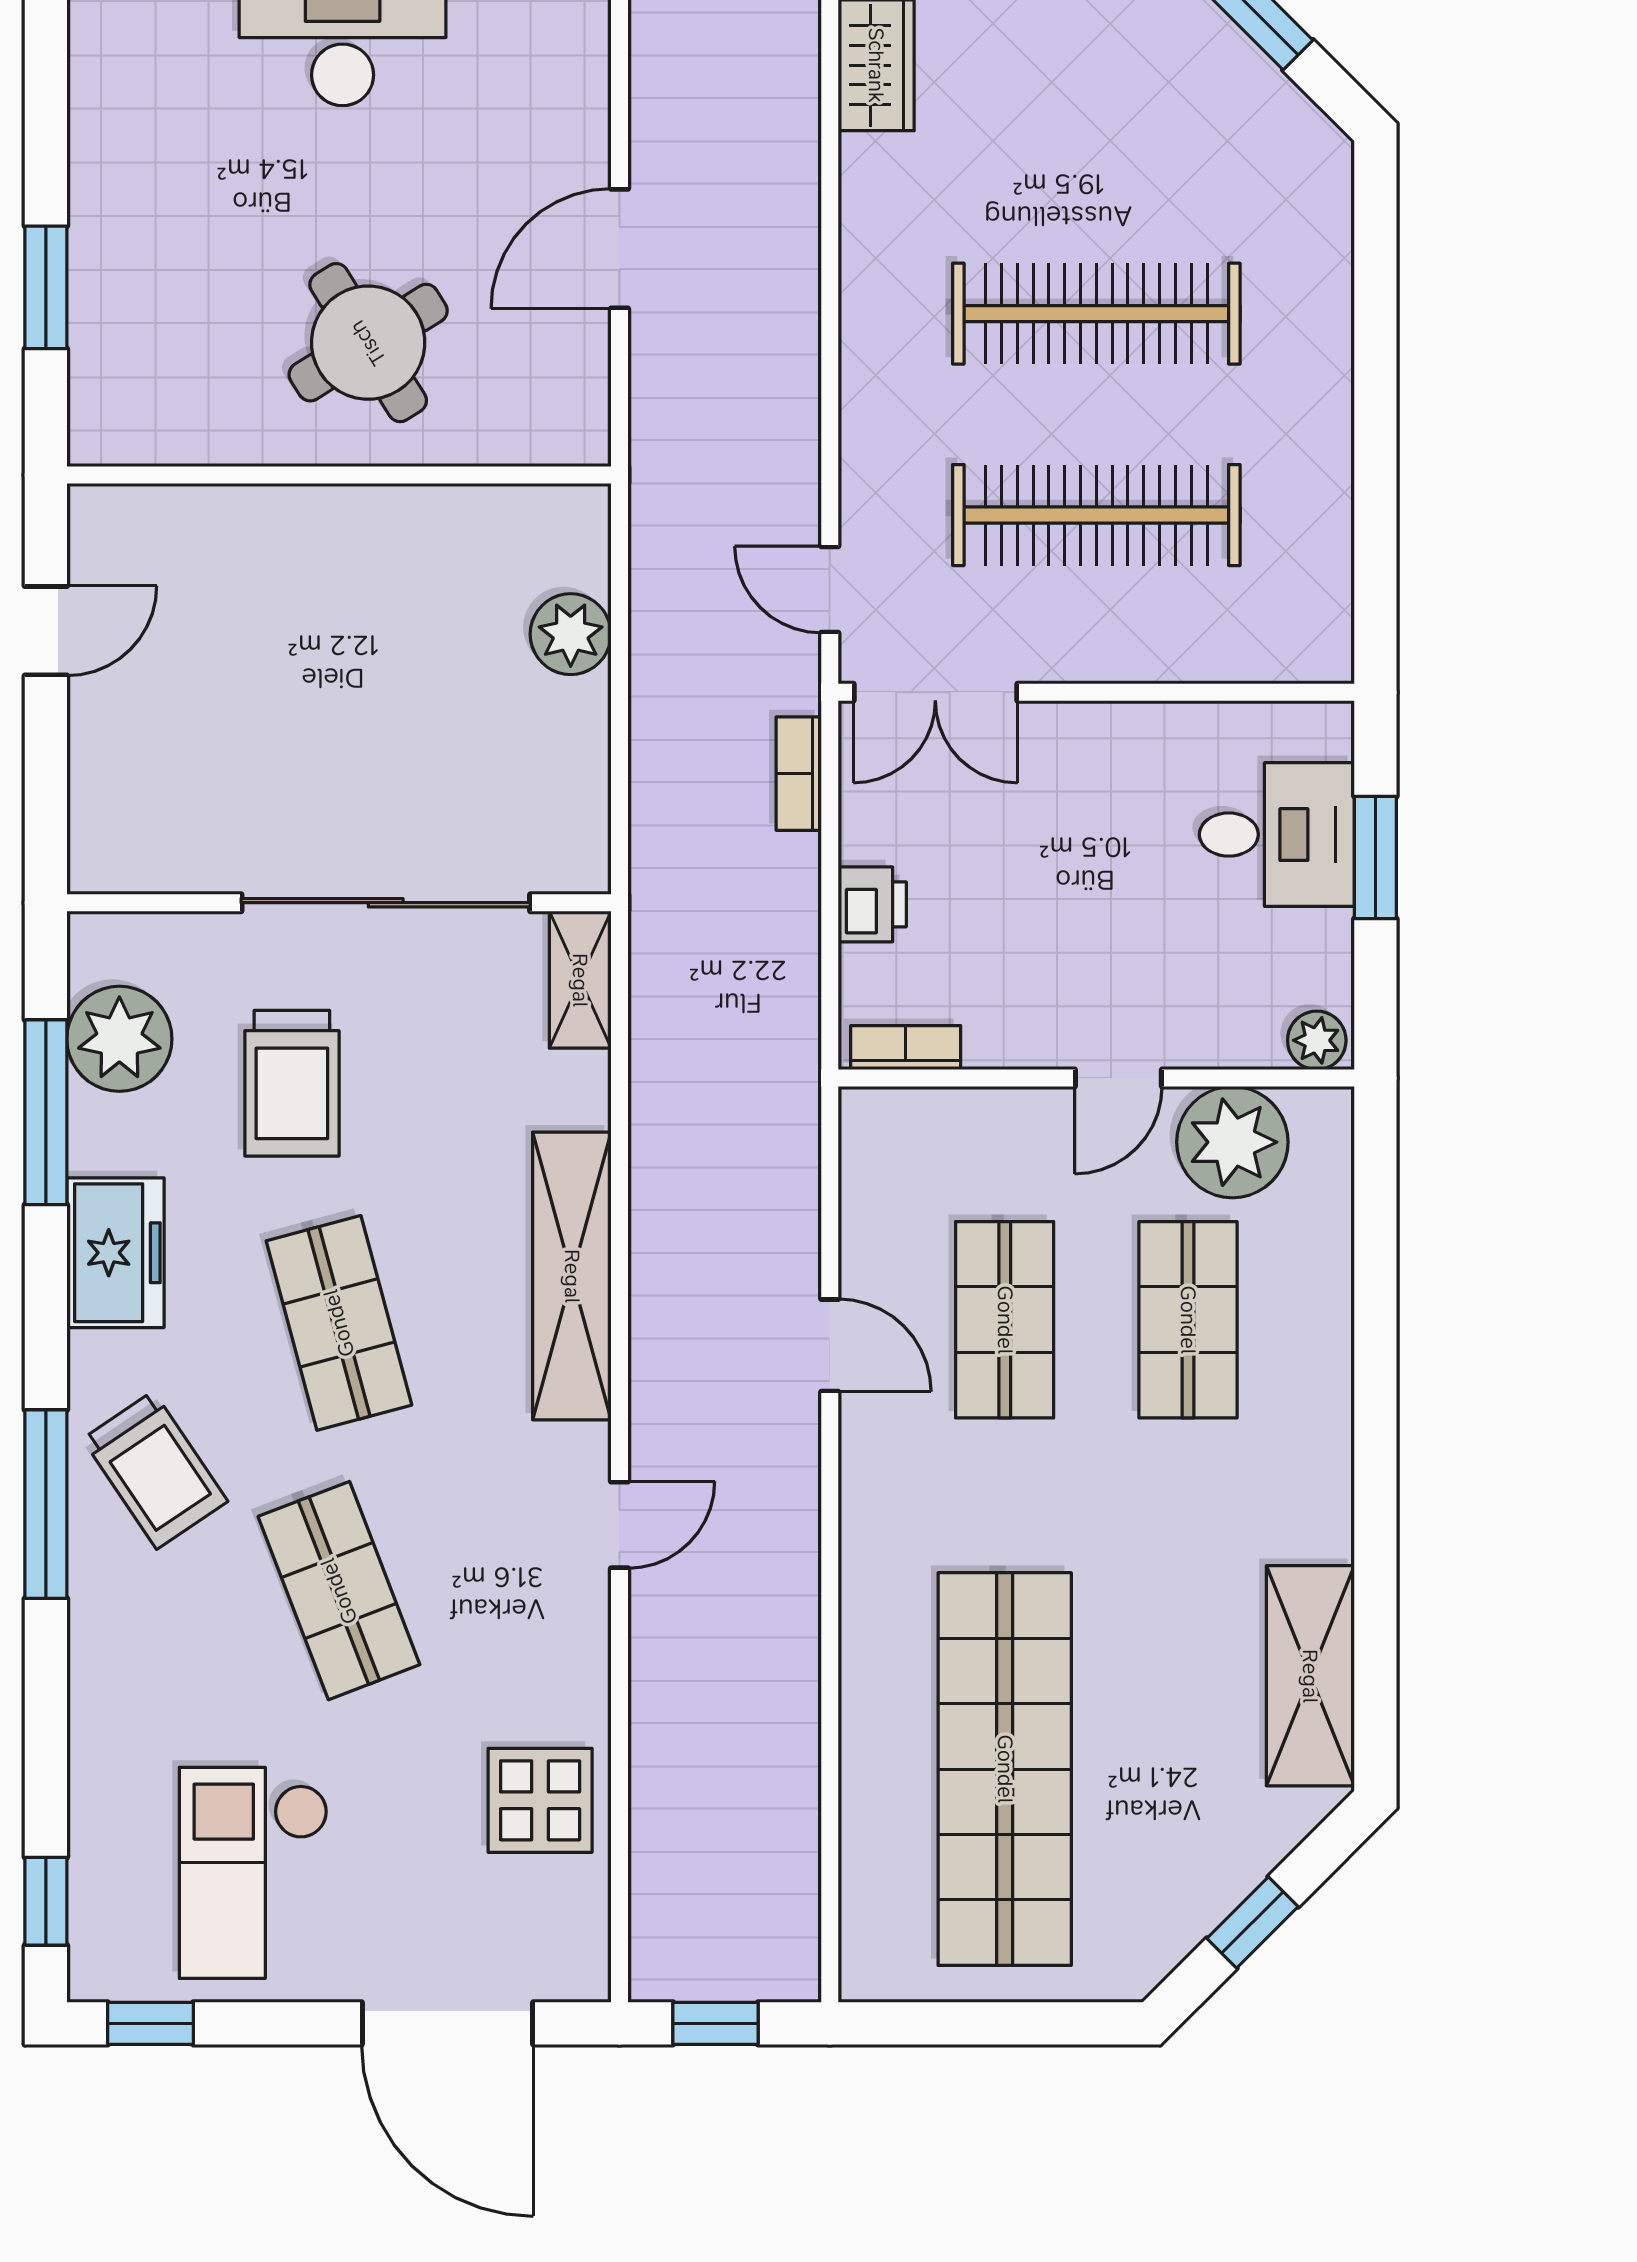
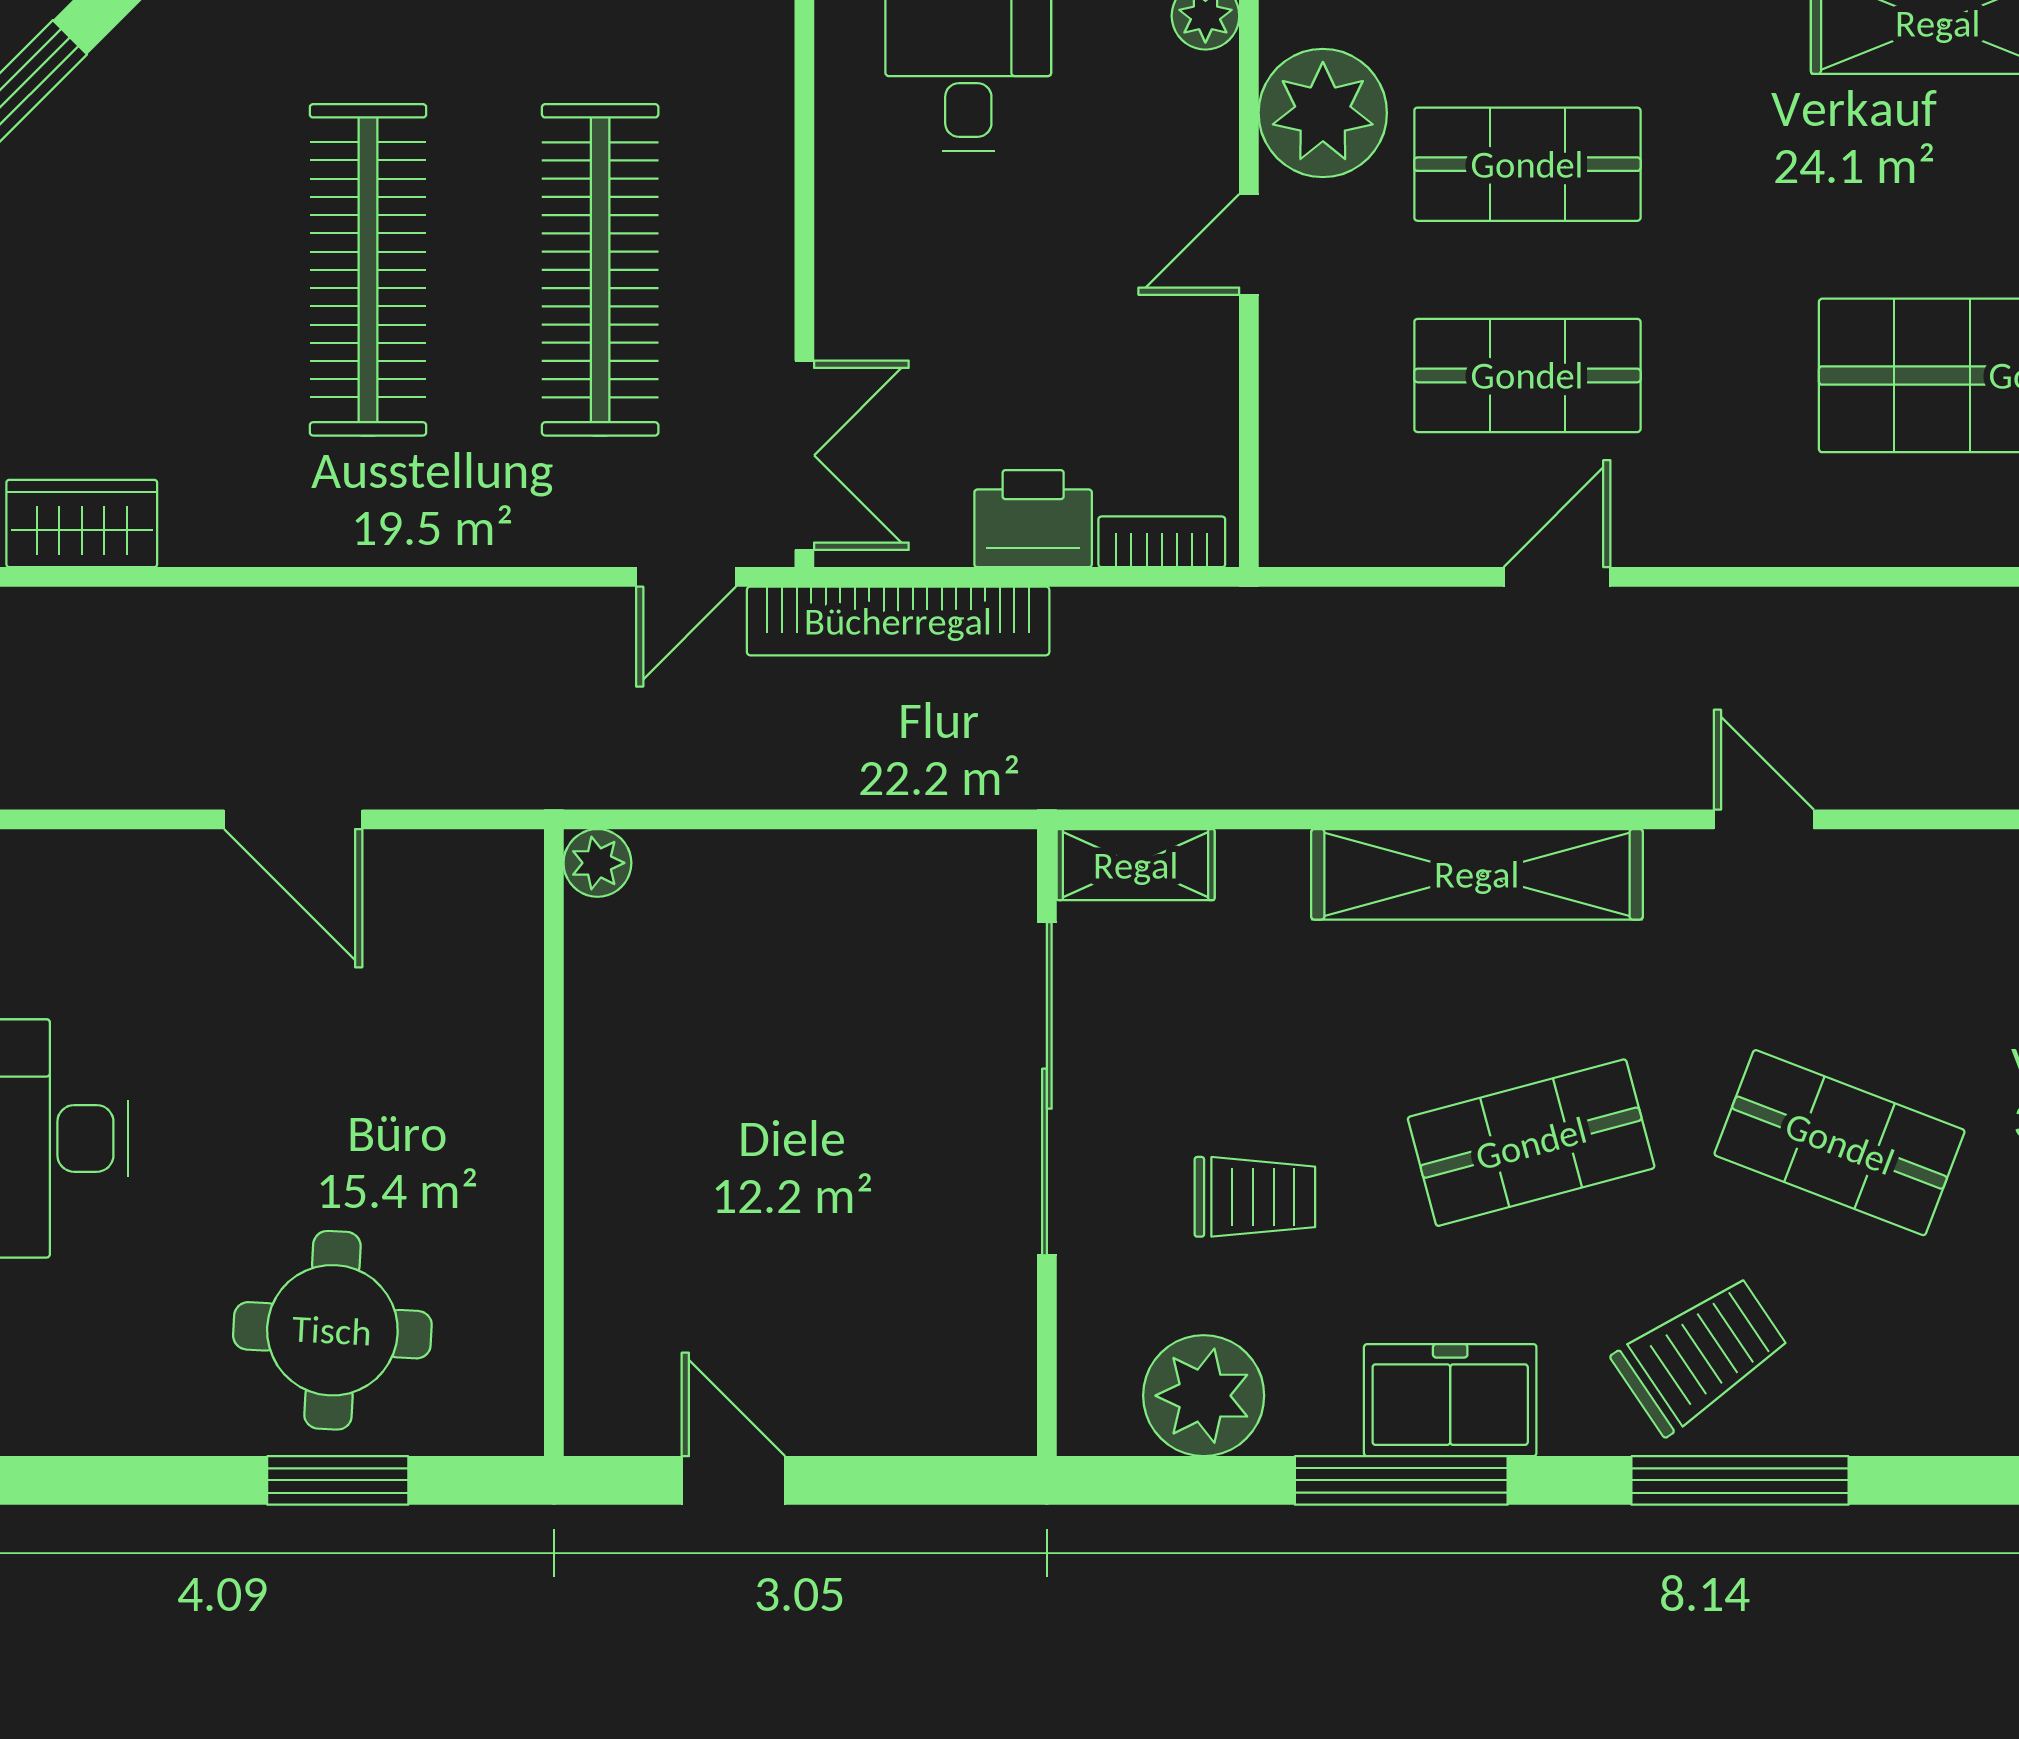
round table: (368, 343) -> (332, 1330), moved, turned 35
plant: (571, 634) -> (597, 863), moved, width x0.73, depth x0.73
bookcase: (799, 774) -> (898, 621), width x2.31, depth x1.31
printer: (872, 904) -> (1033, 519), width x1.36, depth x1.24
bookcase: (906, 1048) -> (1162, 542), moved, turned 90
door: (1118, 1078) -> (1249, 244), swing flipped
trolley: (292, 1083) -> (1255, 1197), width x0.73, depth x0.72
window: (46, 1112) -> (1401, 1480), moved
shop shelf: (339, 1591) -> (1840, 1143), turned 42

